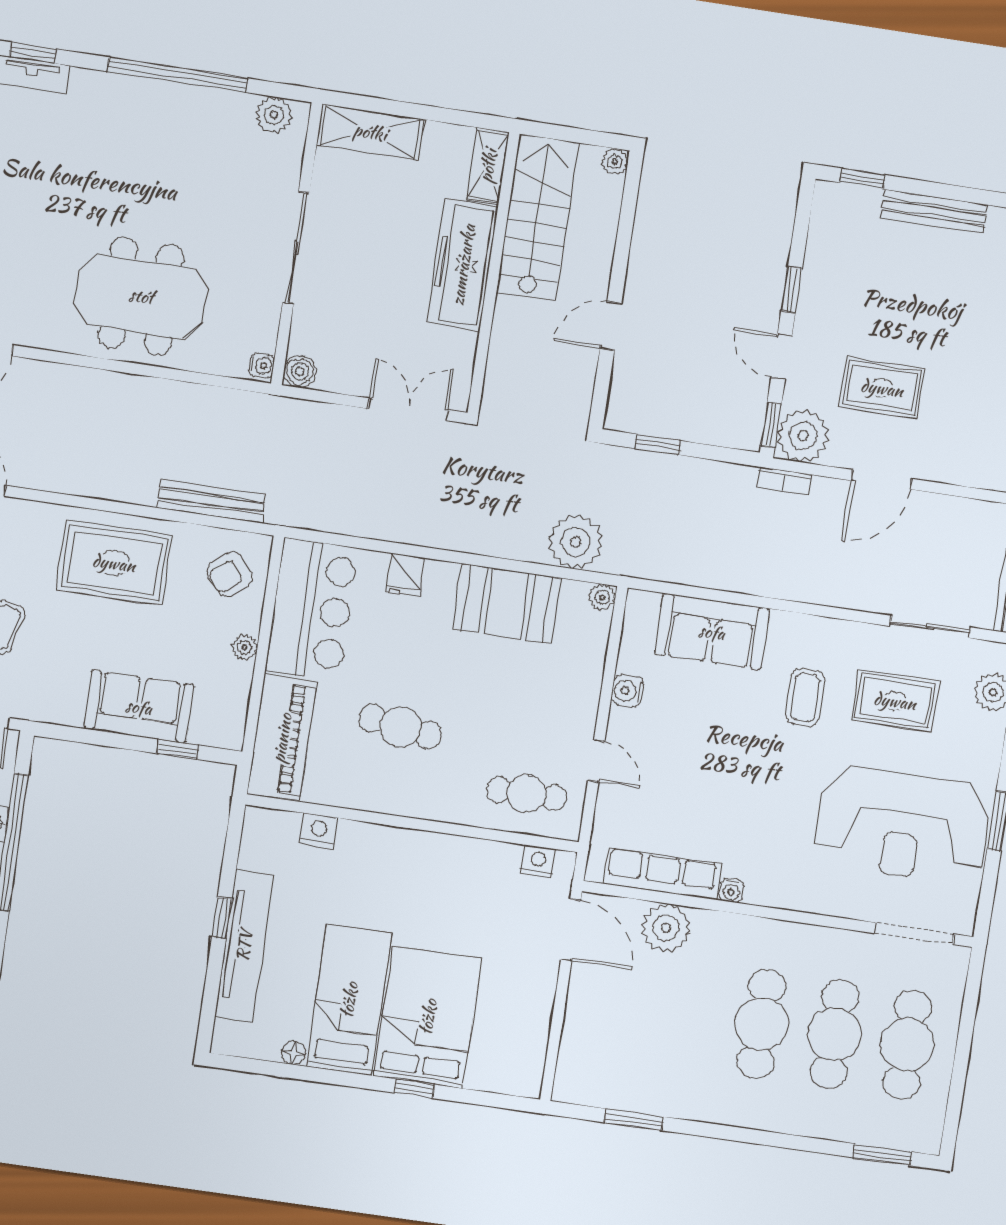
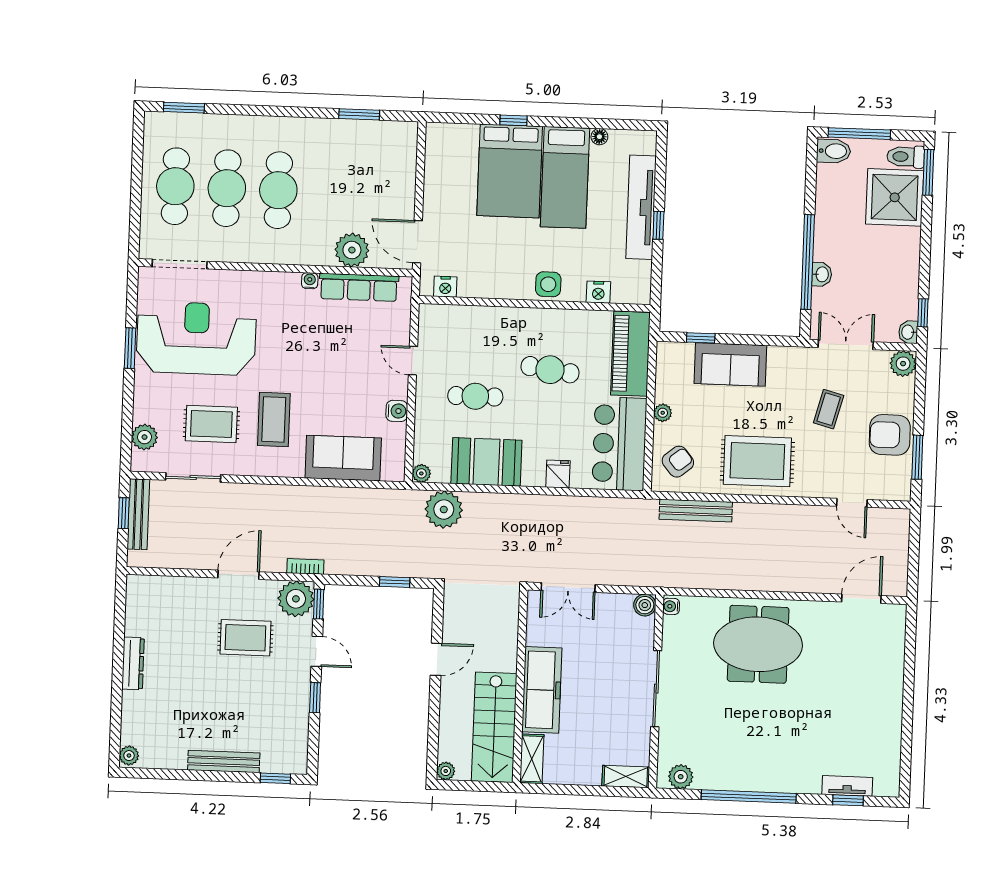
shelving: (370, 132) -> (626, 776), width x0.67, depth x0.75
coffee table: (805, 698) -> (274, 419), width x1.36, depth x1.30
cafe table: (526, 794) -> (475, 396), moved
side table: (390, 850) -> (548, 284), added

